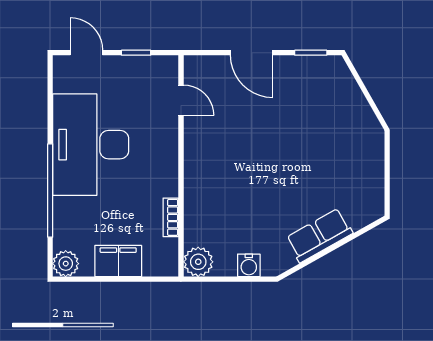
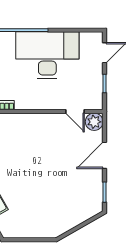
plant: (198, 69) -> (94, 122), added
door: (181, 100) -> (75, 111), hinge flipped

